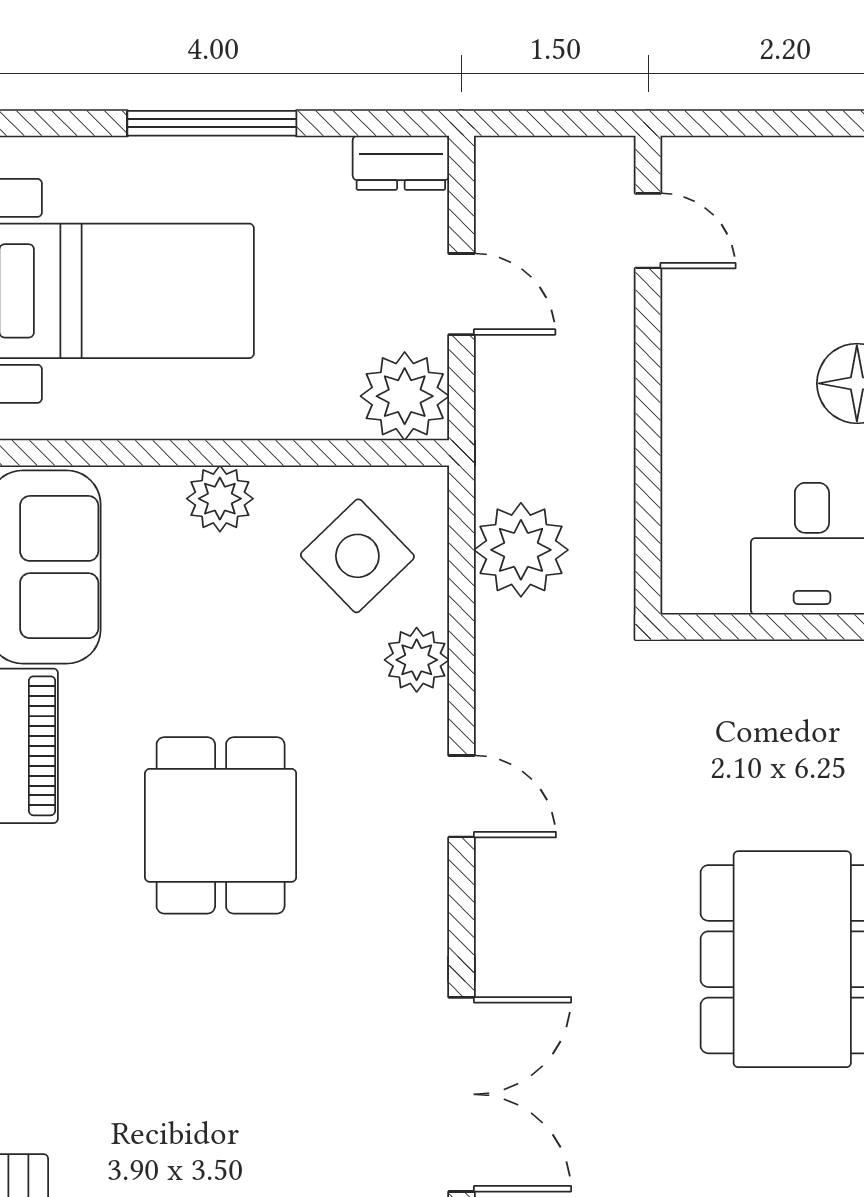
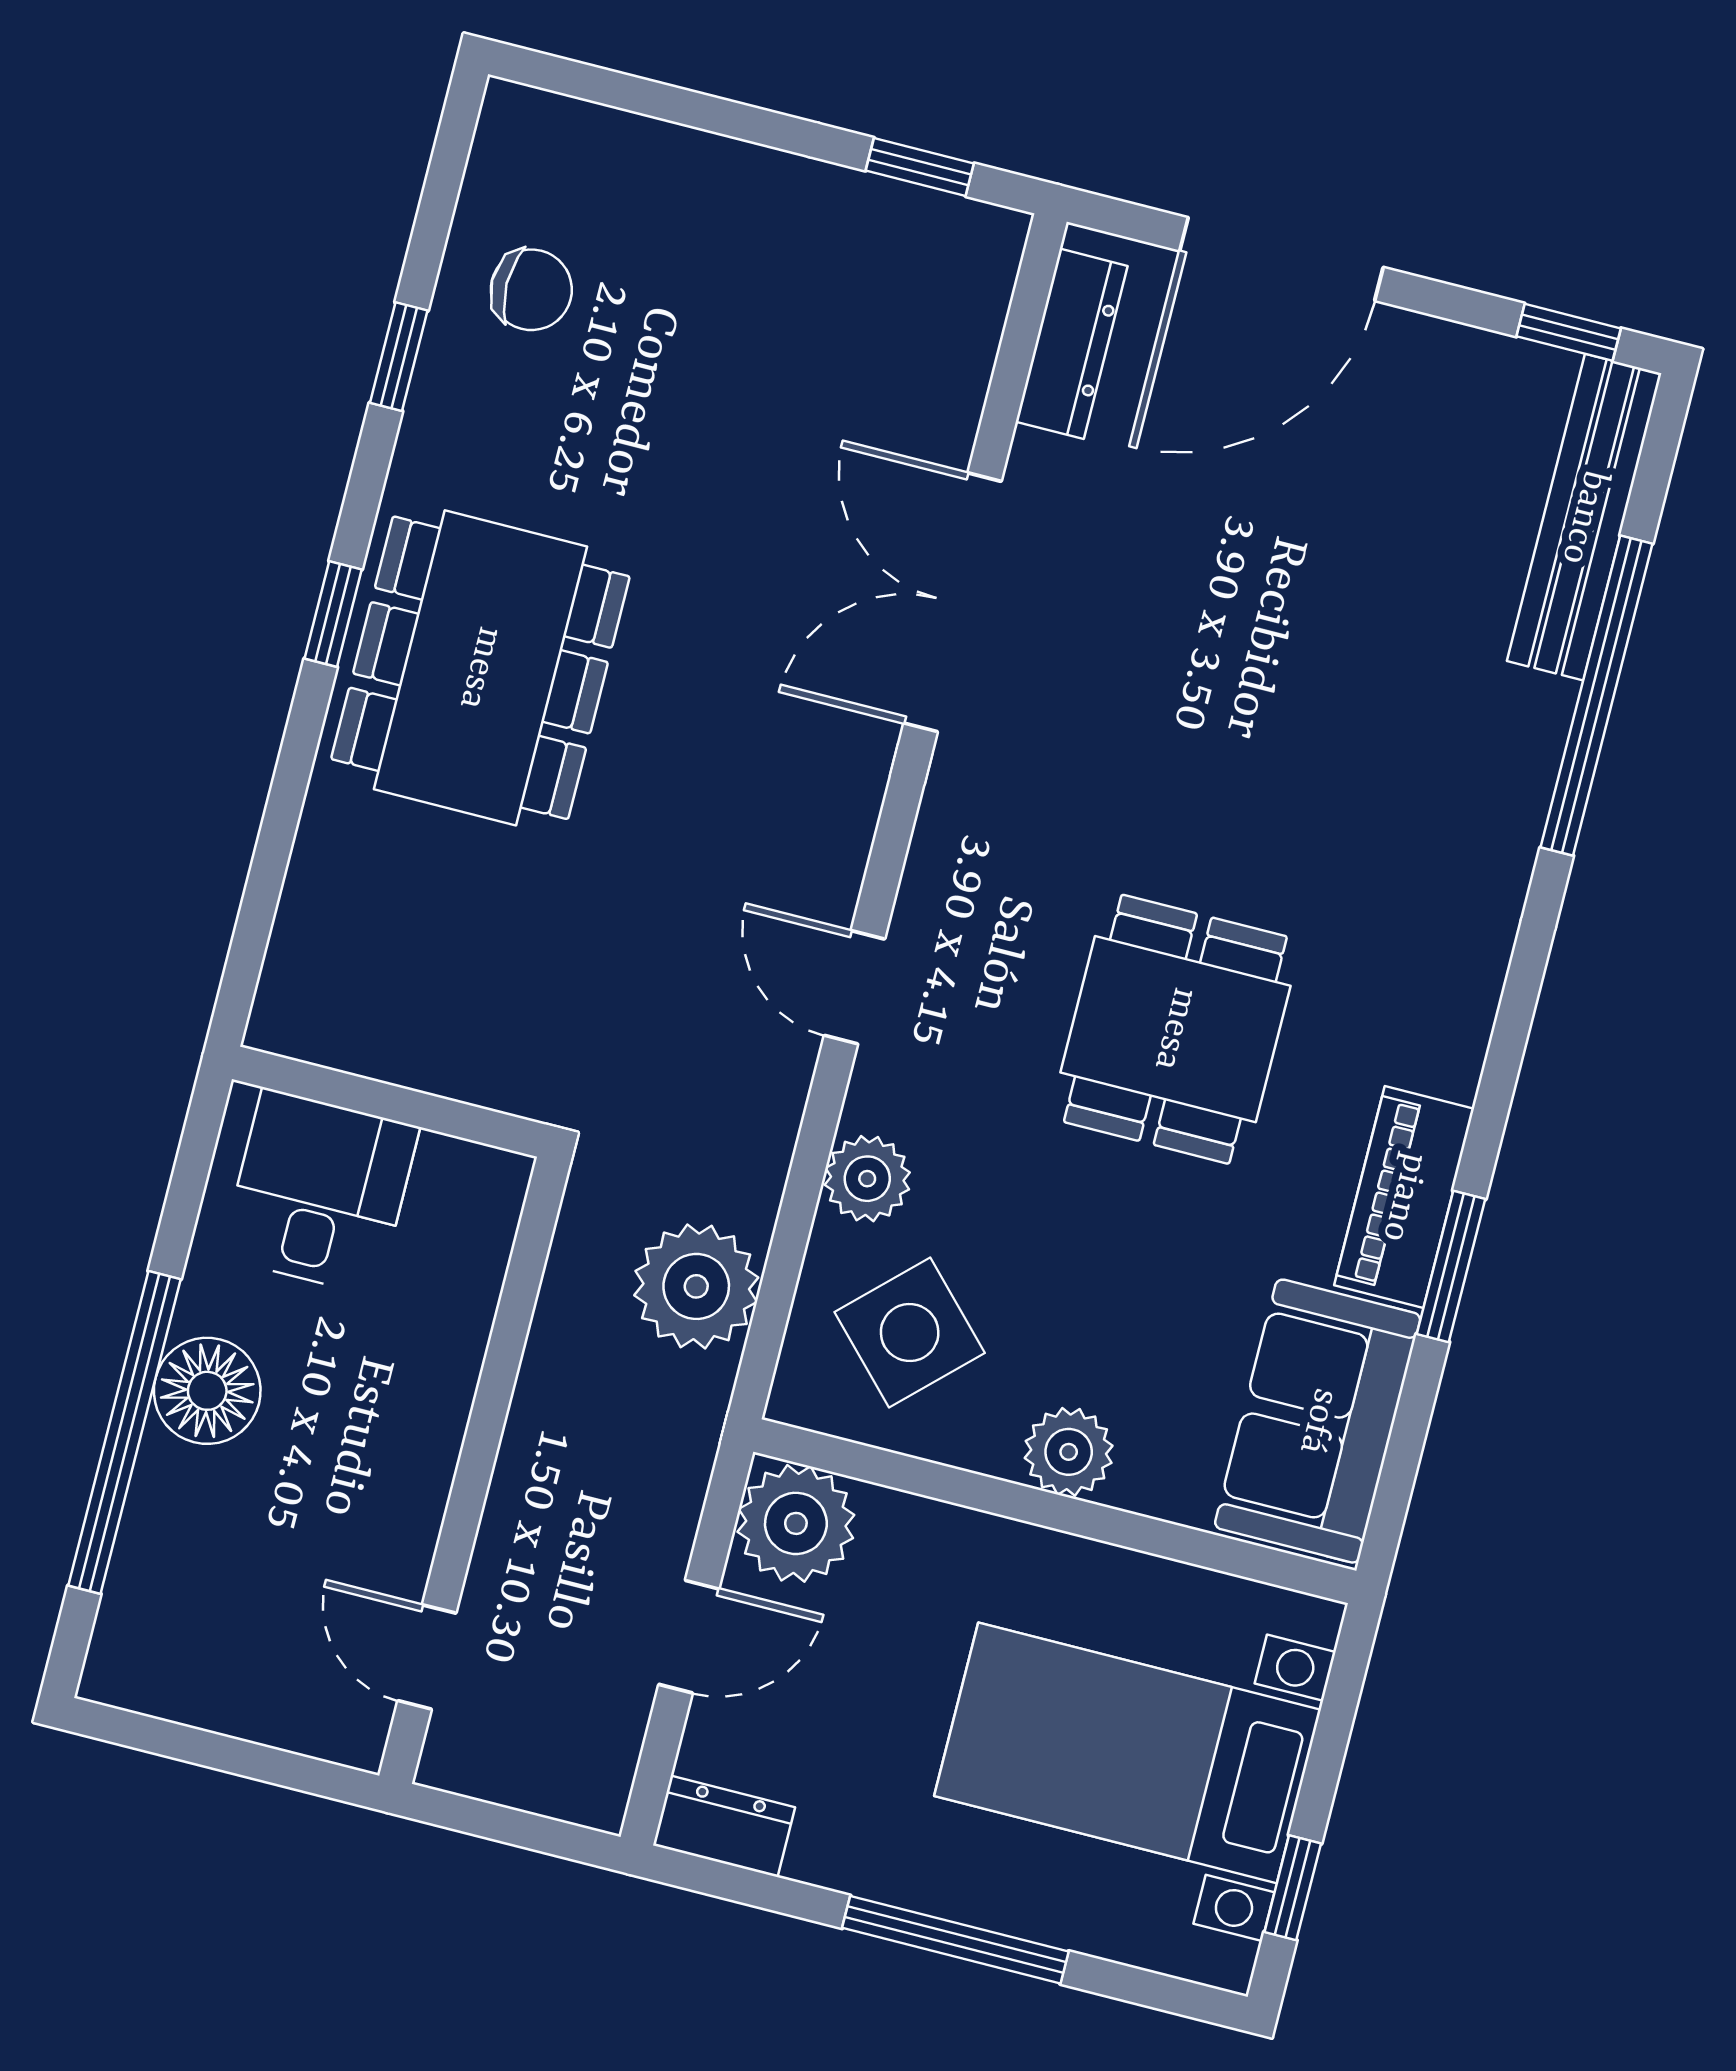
door: (461, 294) -> (689, 1637), swing flipped

